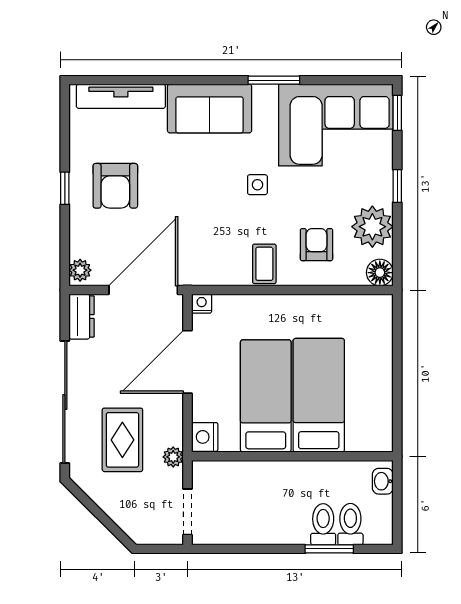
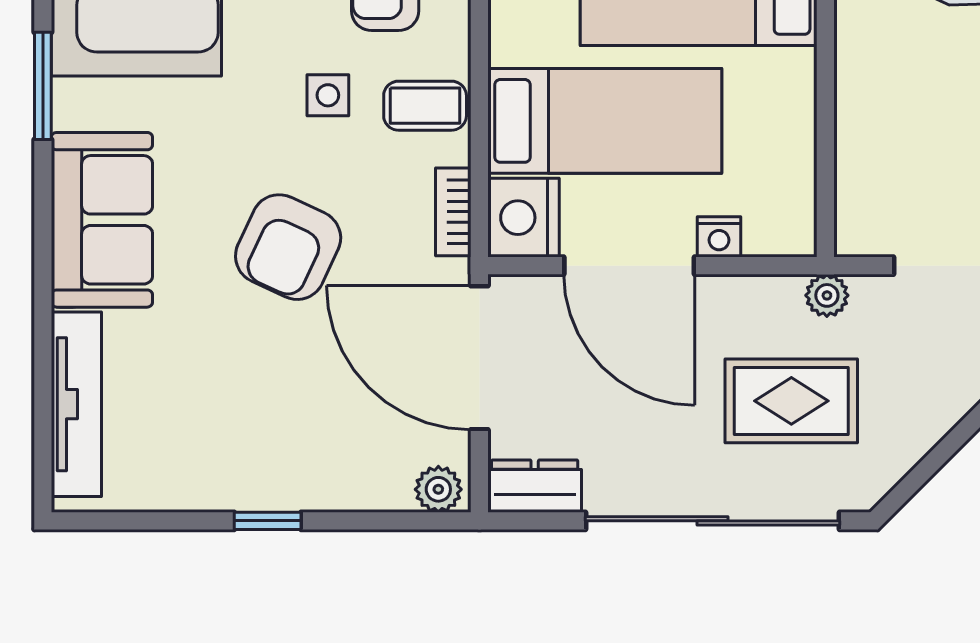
side table: (257, 185) -> (328, 95), moved
armchair: (115, 186) -> (288, 247), moved, turned 115
bookcase: (213, 277) -> (453, 212), added
nightstand: (202, 304) -> (523, 218), width x1.89, depth x1.79
bed: (266, 396) -> (605, 121), moved, turned 180
nightstand: (205, 437) -> (719, 237), moved, width x0.72, depth x0.74

